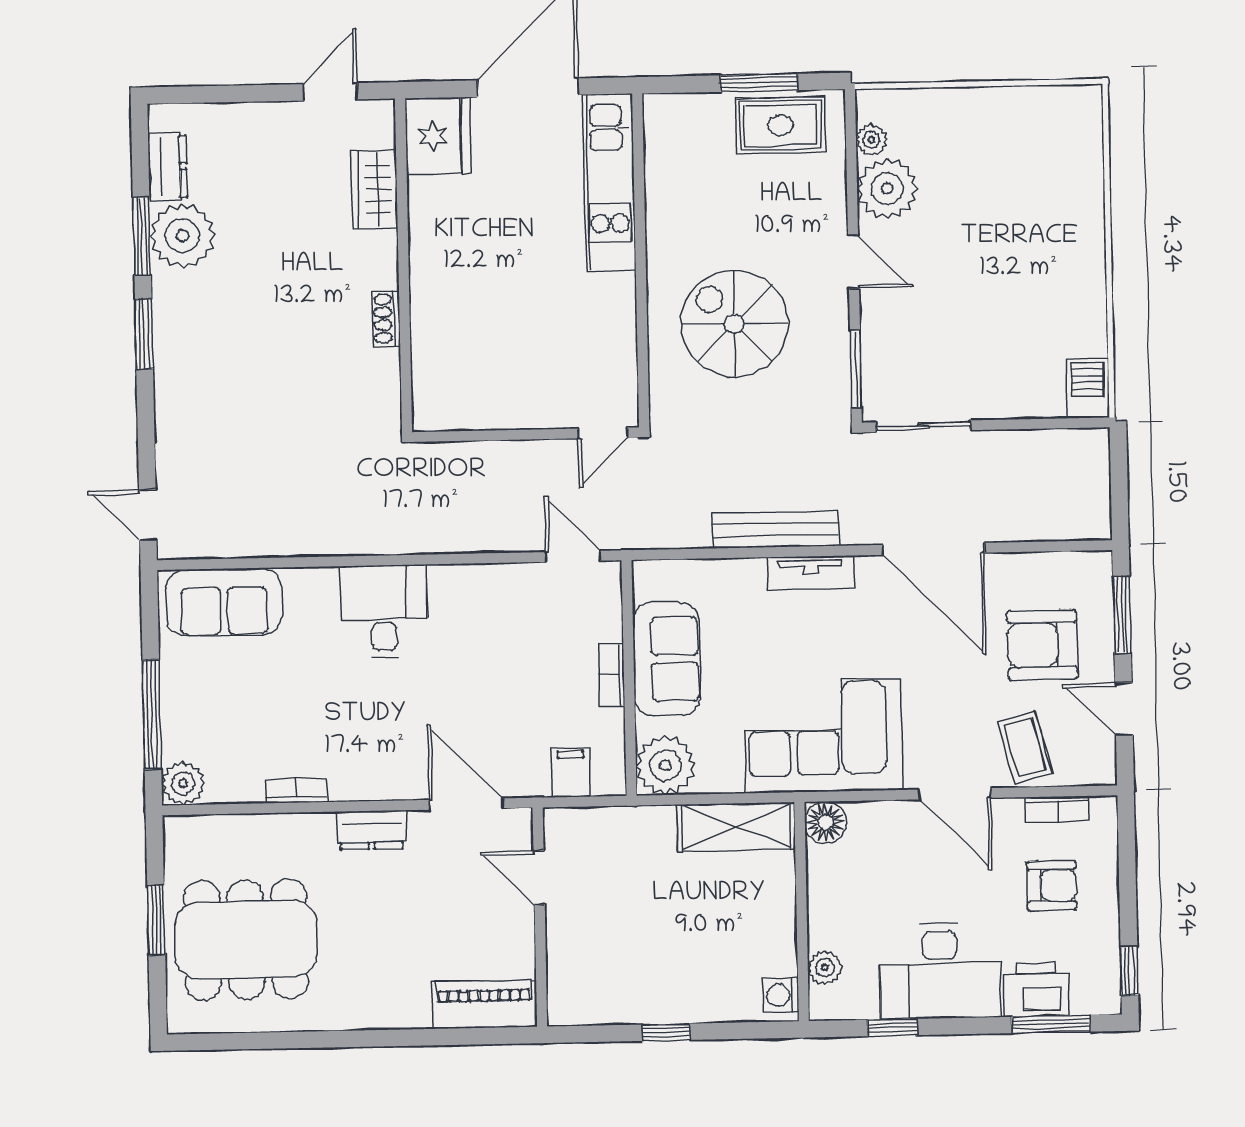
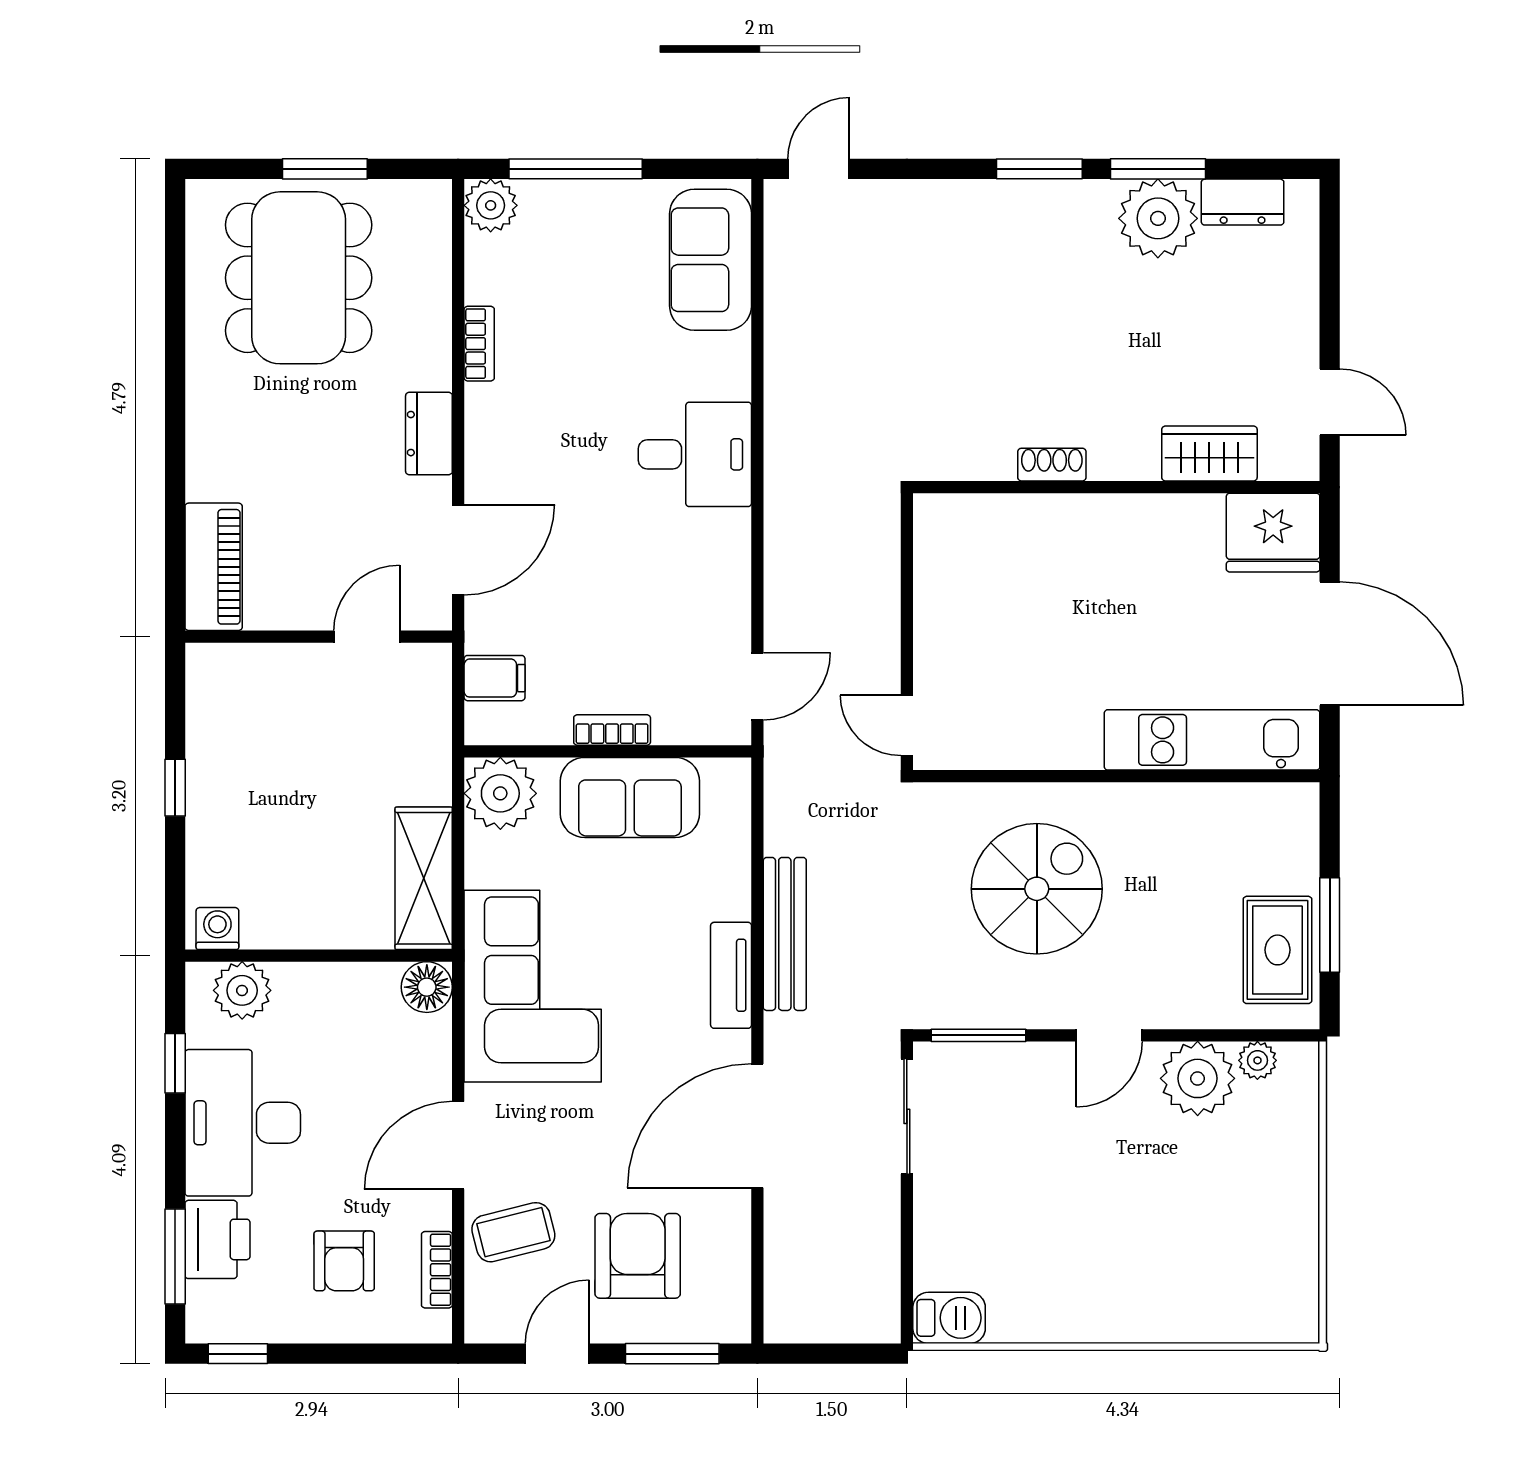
plant: (825, 968) -> (242, 990), width x1.38, depth x1.38

